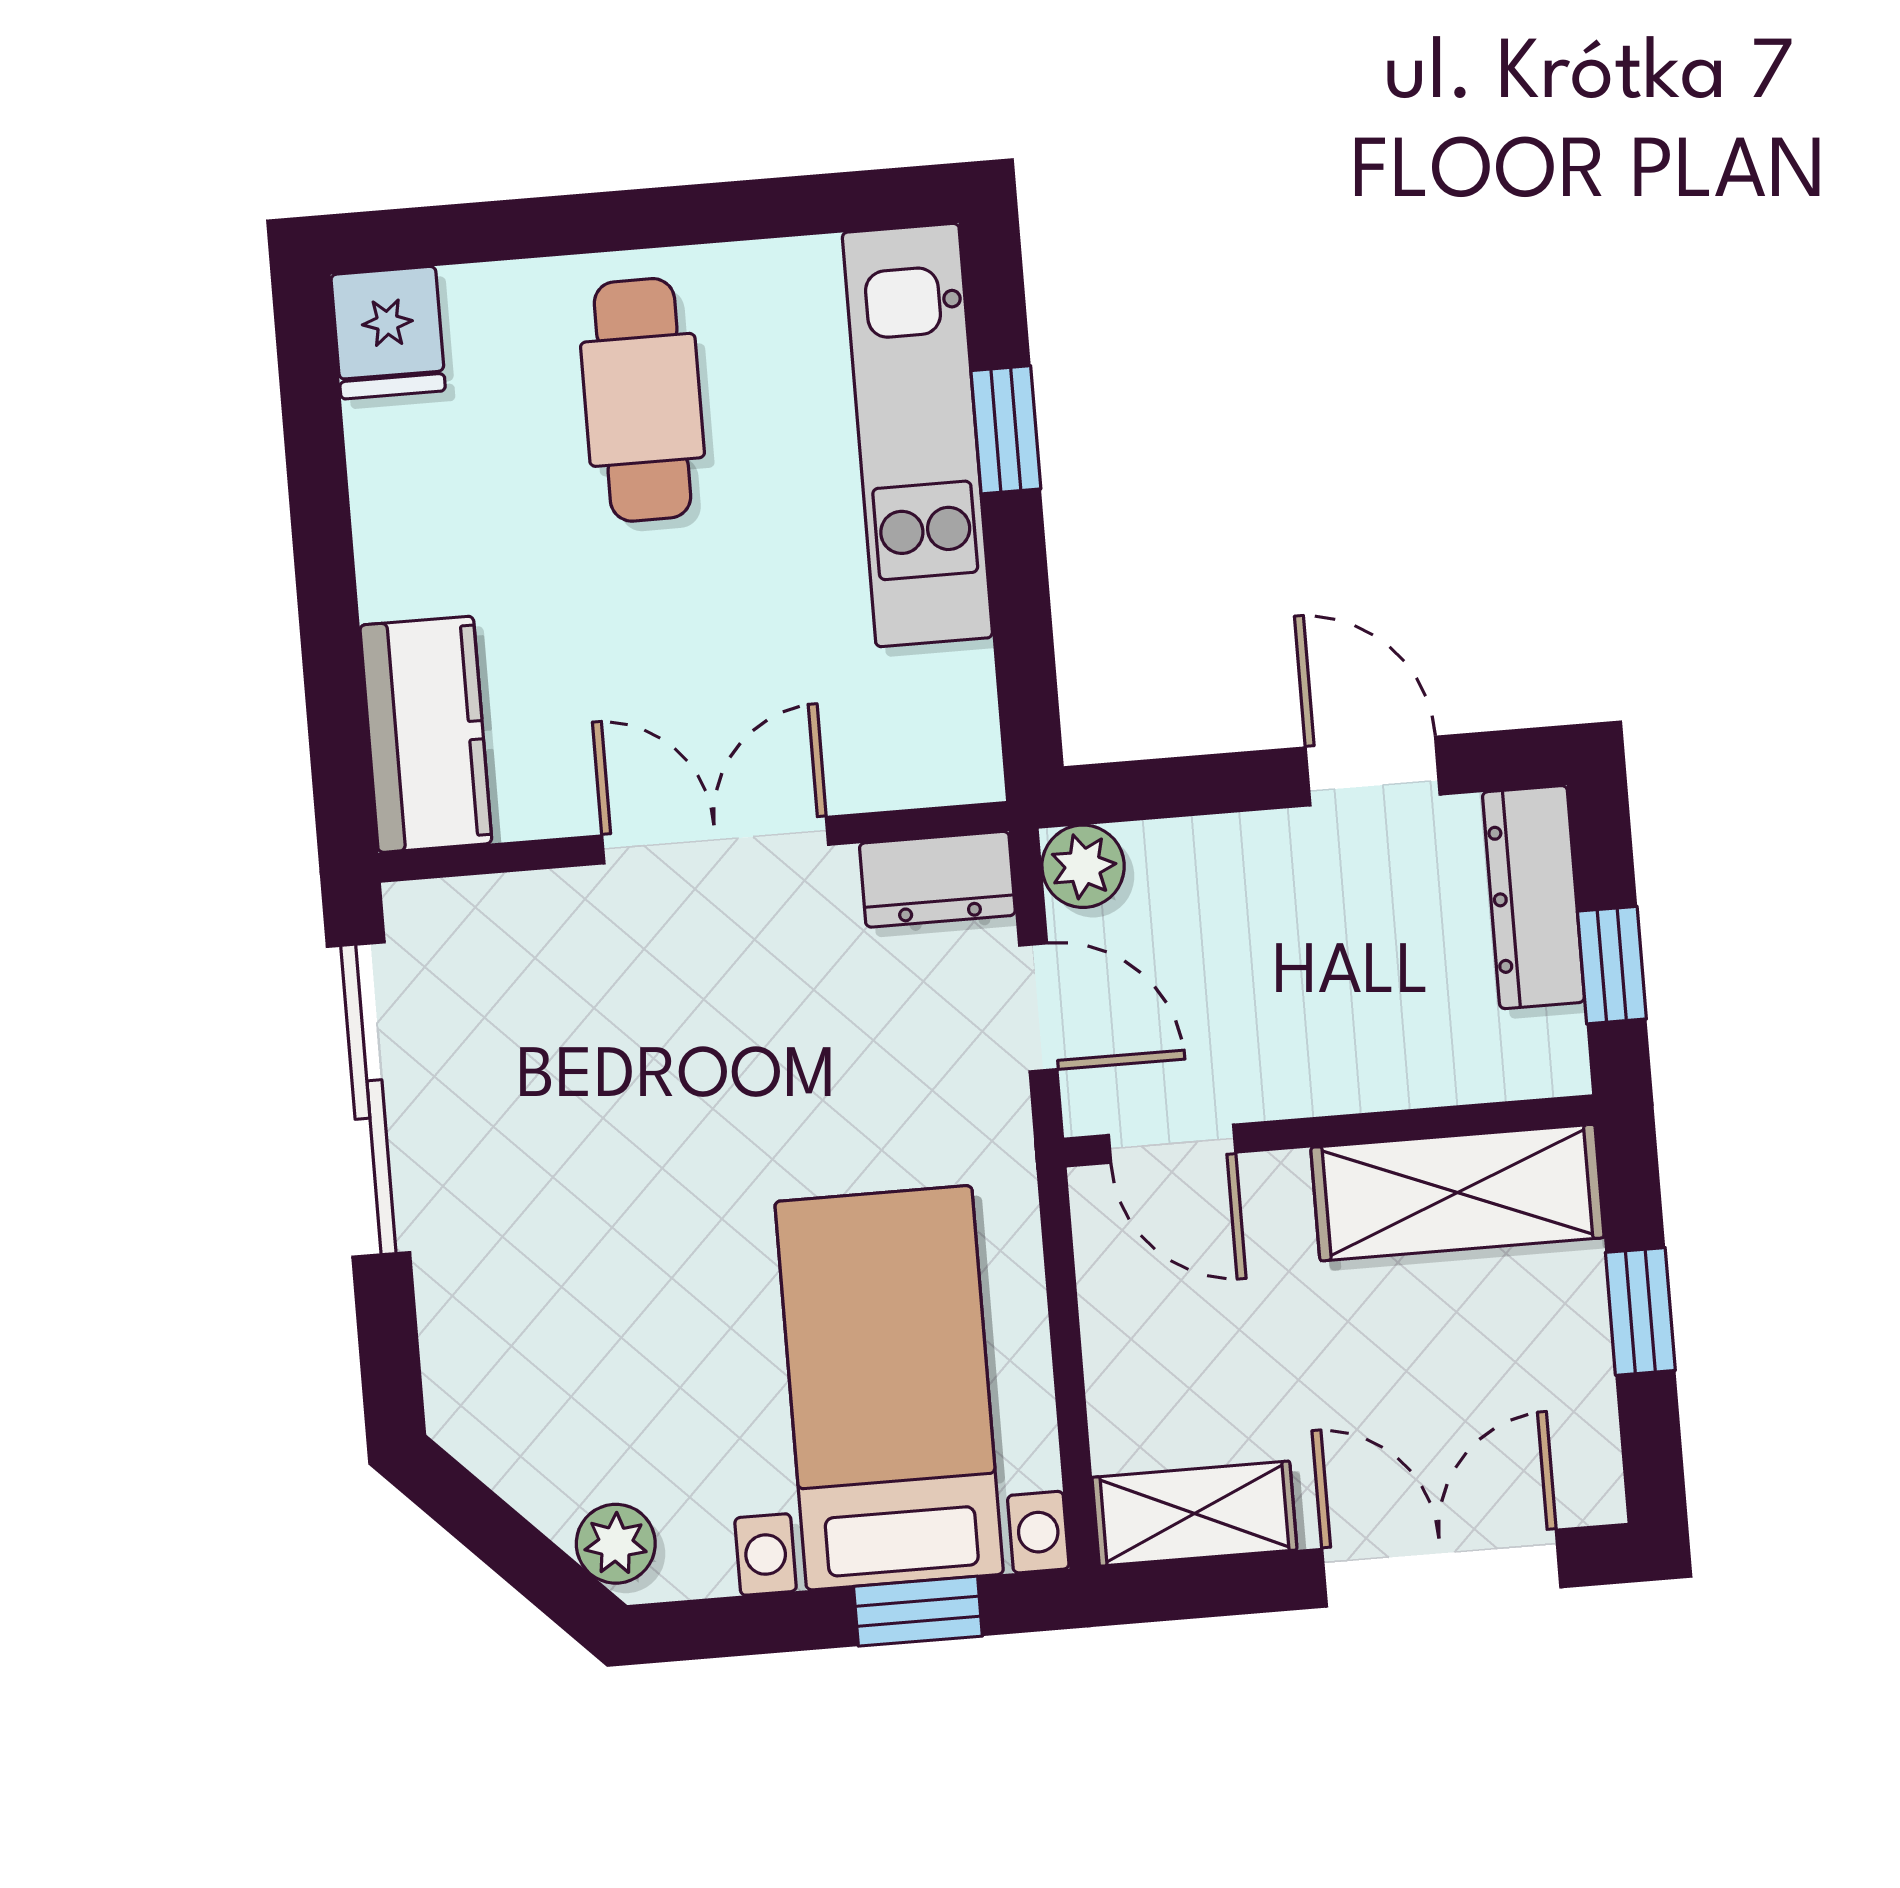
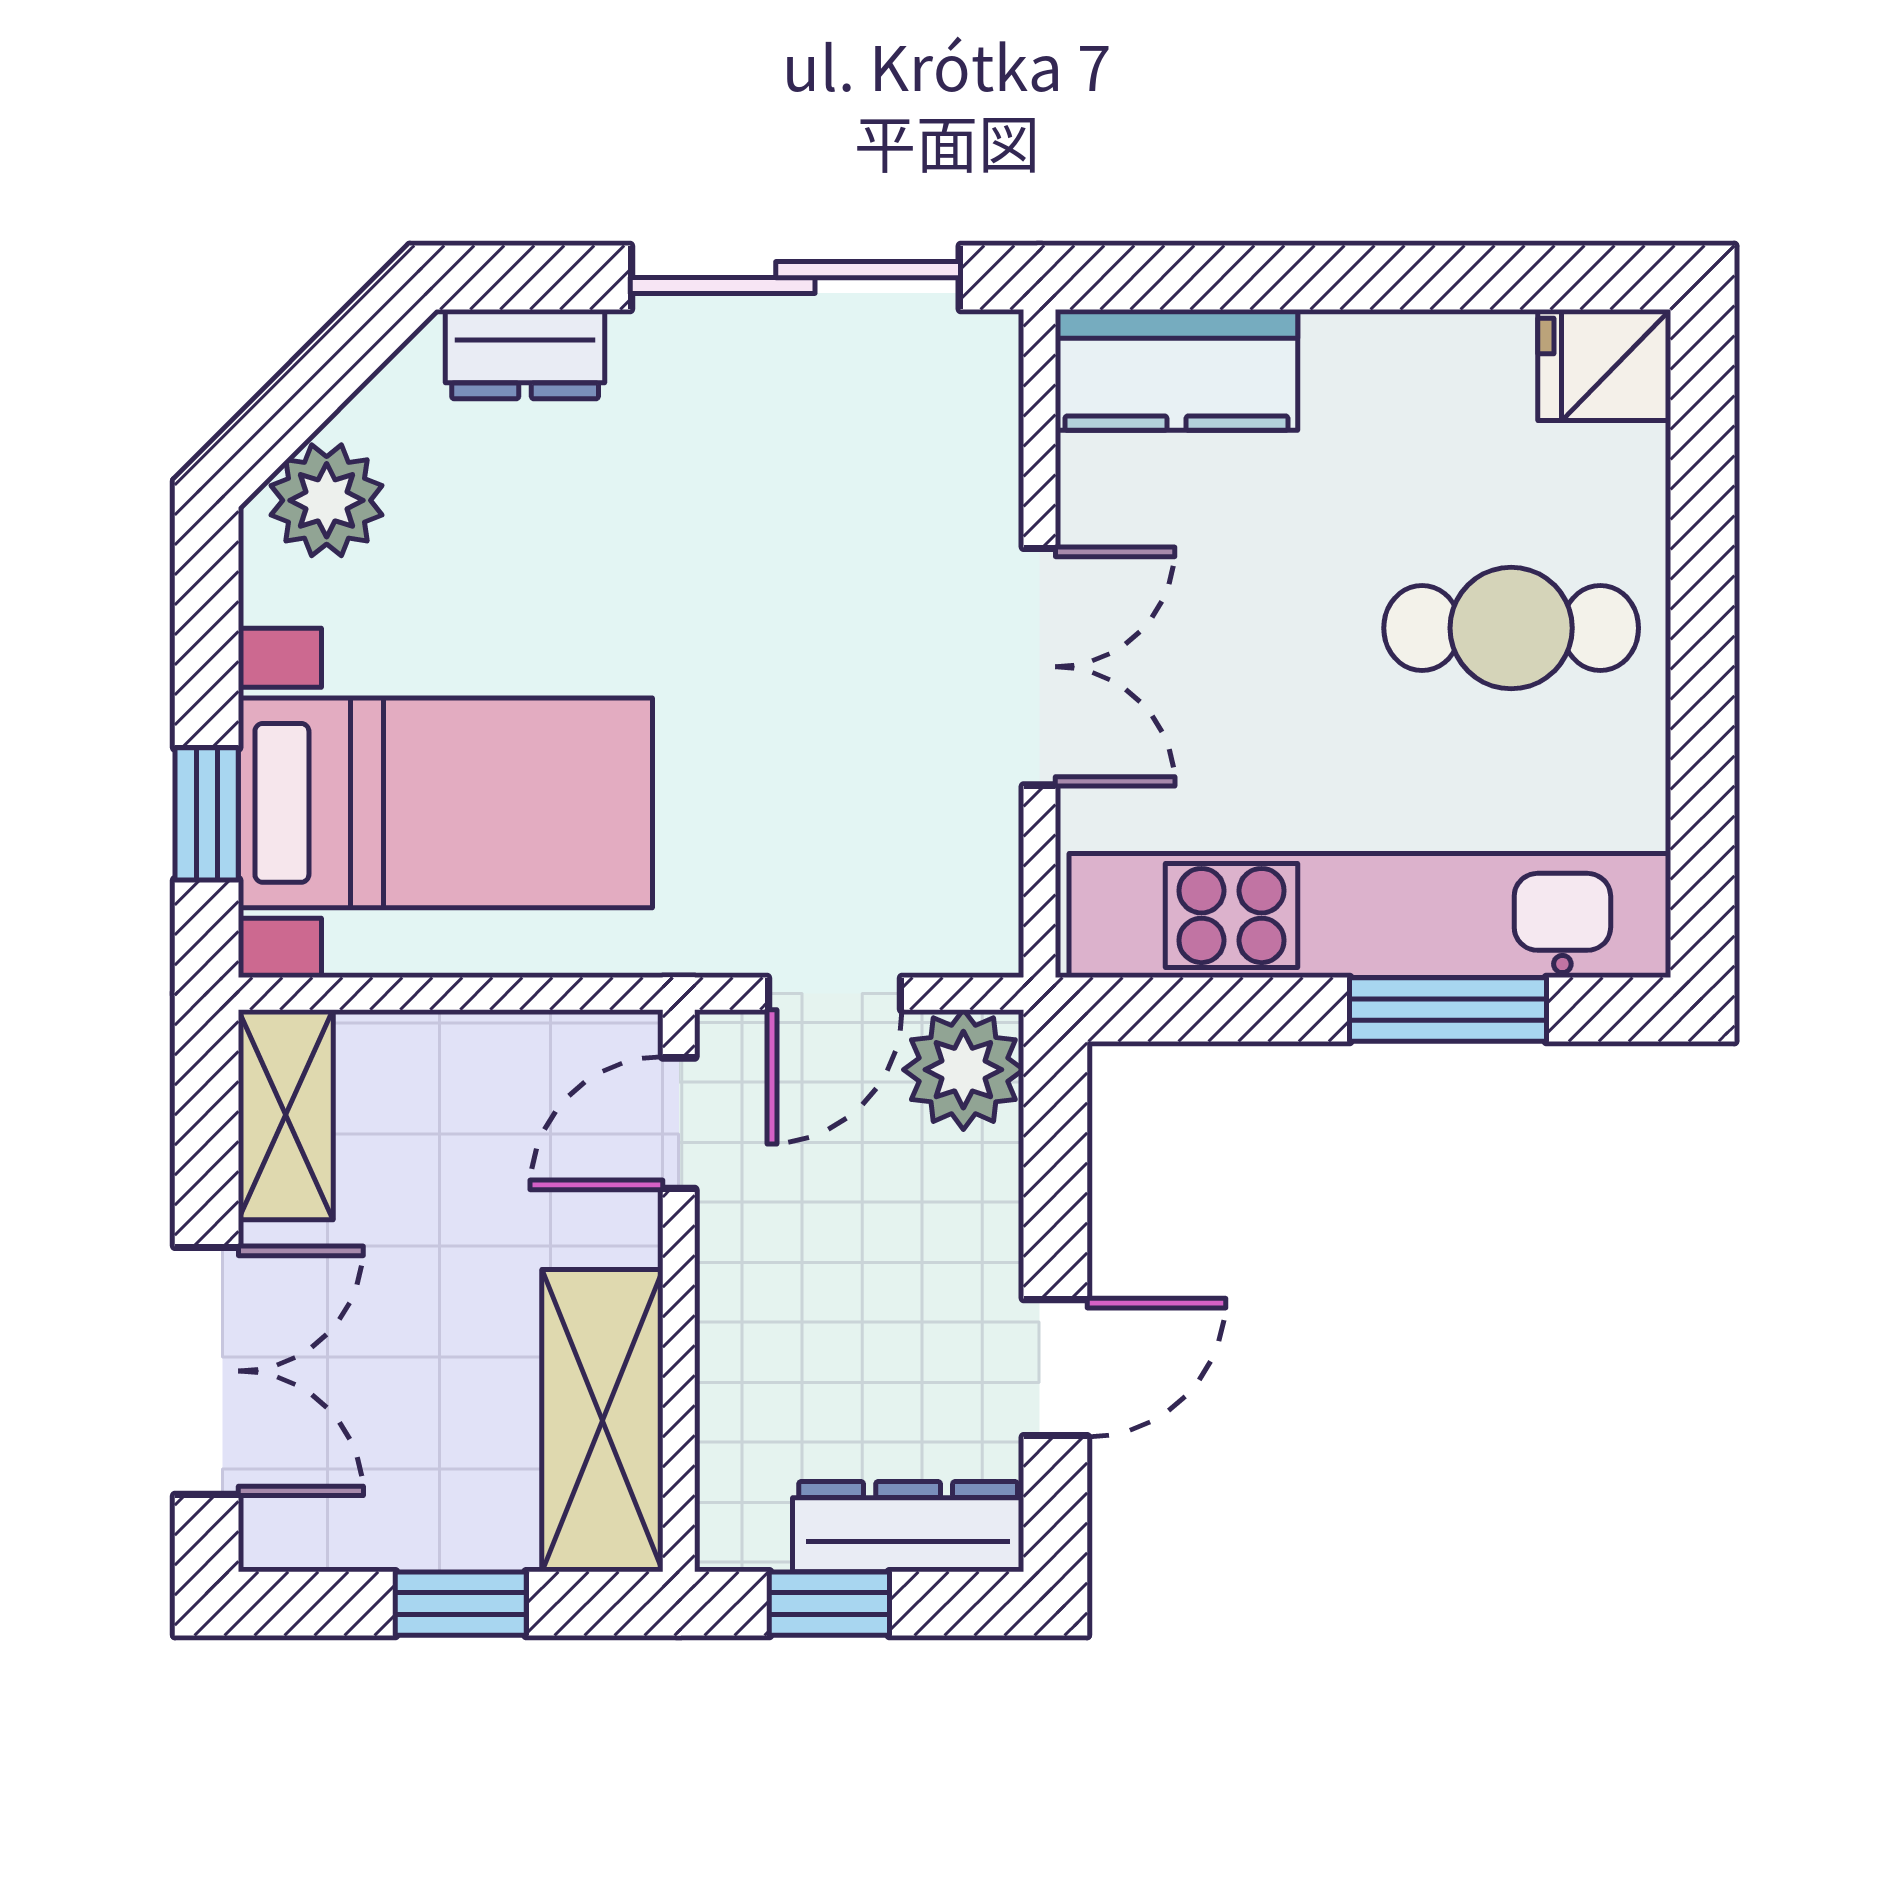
window: (1006, 430) -> (1448, 1010), width x1.50
kitchen unit: (917, 435) -> (1370, 916), width x1.36
plant: (1083, 866) -> (963, 1070), width x1.38, depth x1.38
dresser: (937, 879) -> (525, 354), moved, turned -90
plant: (616, 1544) -> (327, 500), width x1.38, depth x1.38

